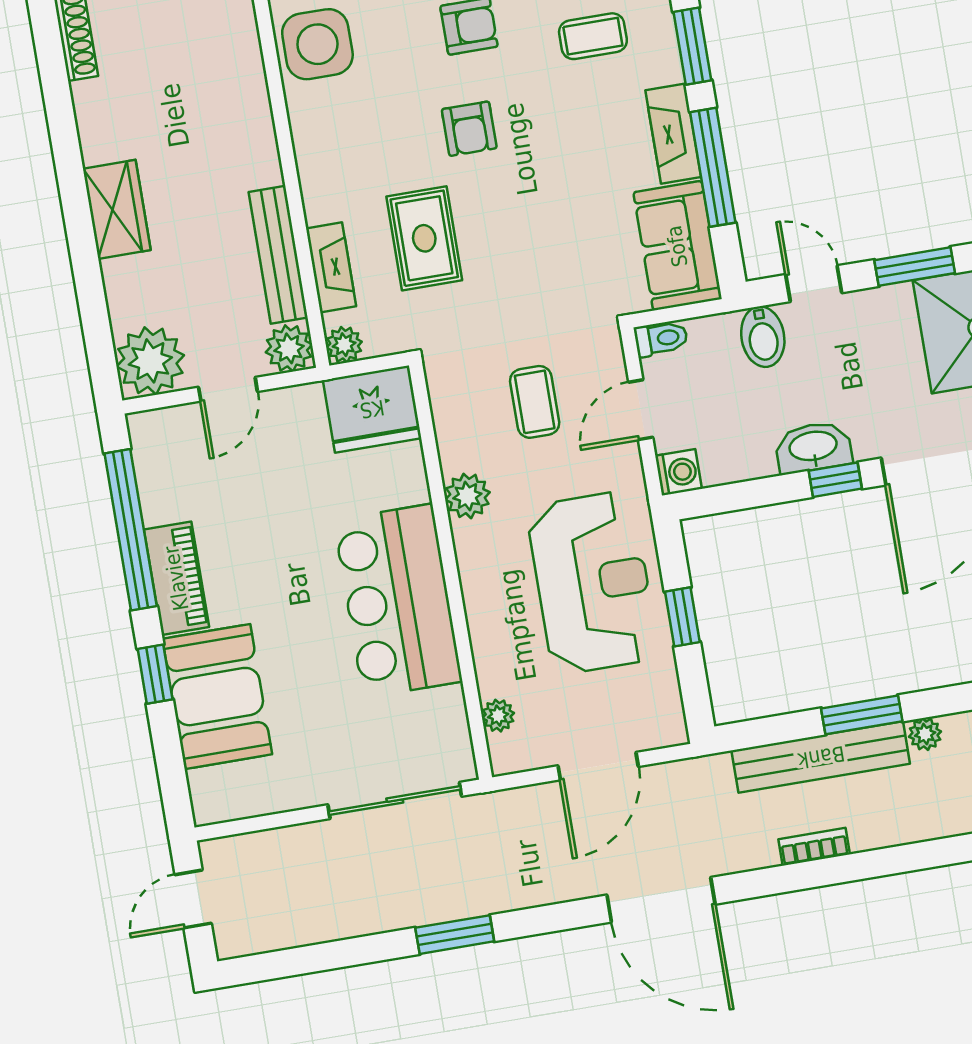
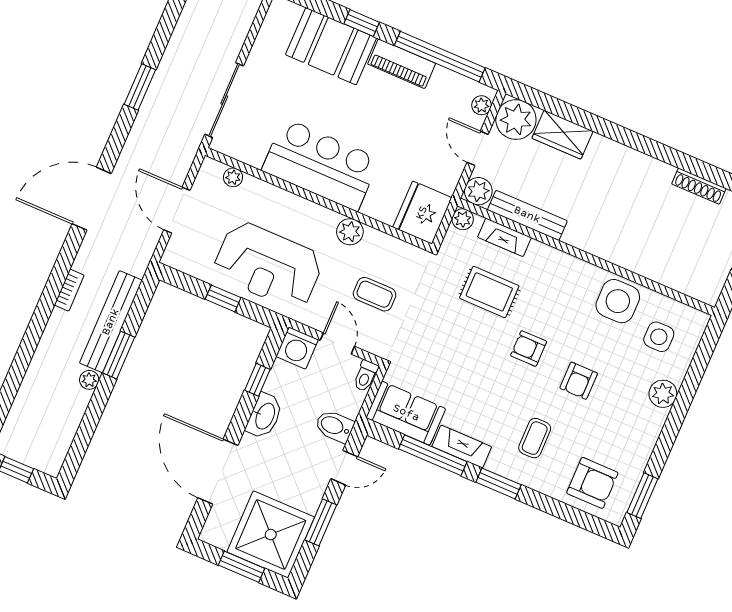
wardrobe: (117, 209) -> (562, 135), moved
plant: (162, 424) -> (481, 105), added
washing machine: (678, 472) -> (297, 348), width x1.38, depth x1.38
window: (835, 480) -> (257, 380), moved

